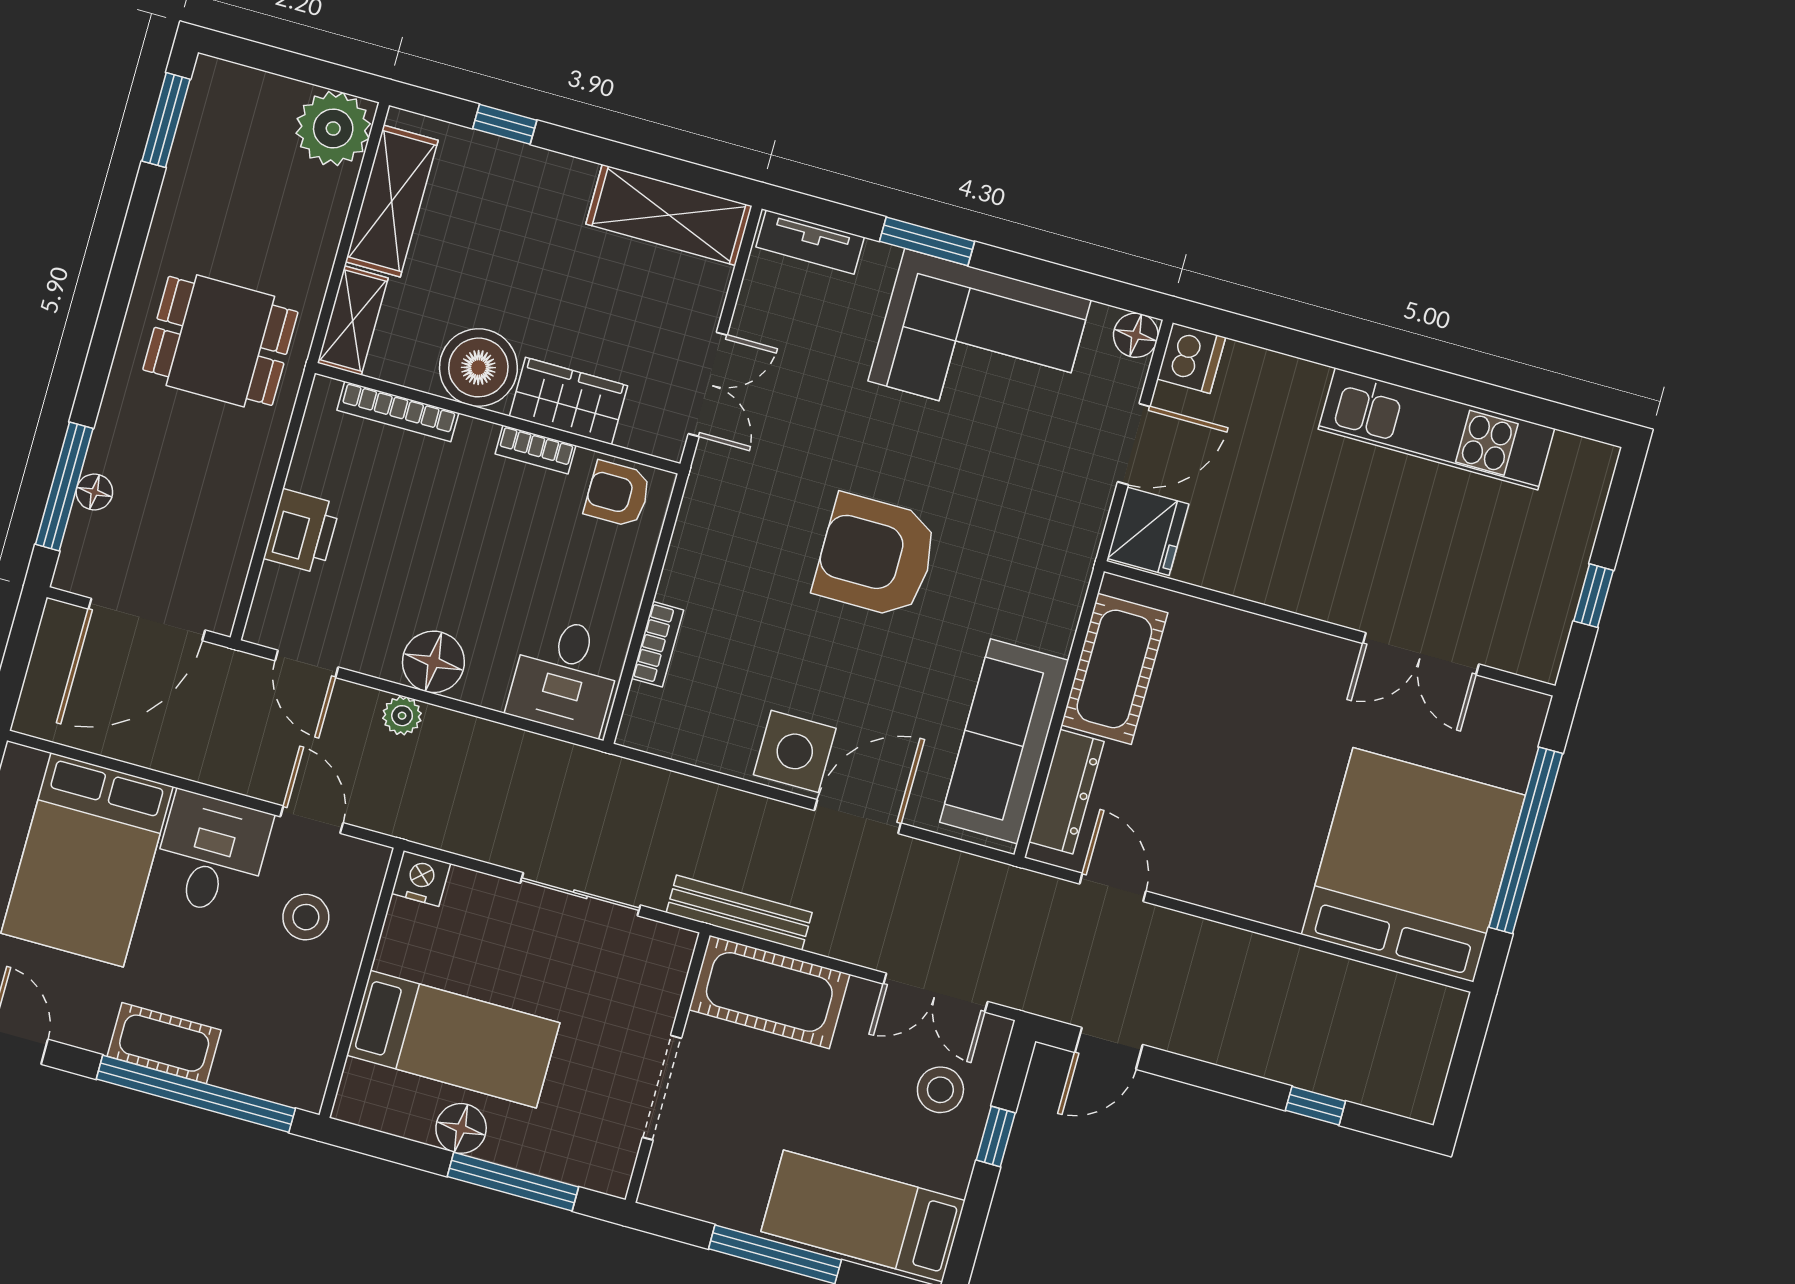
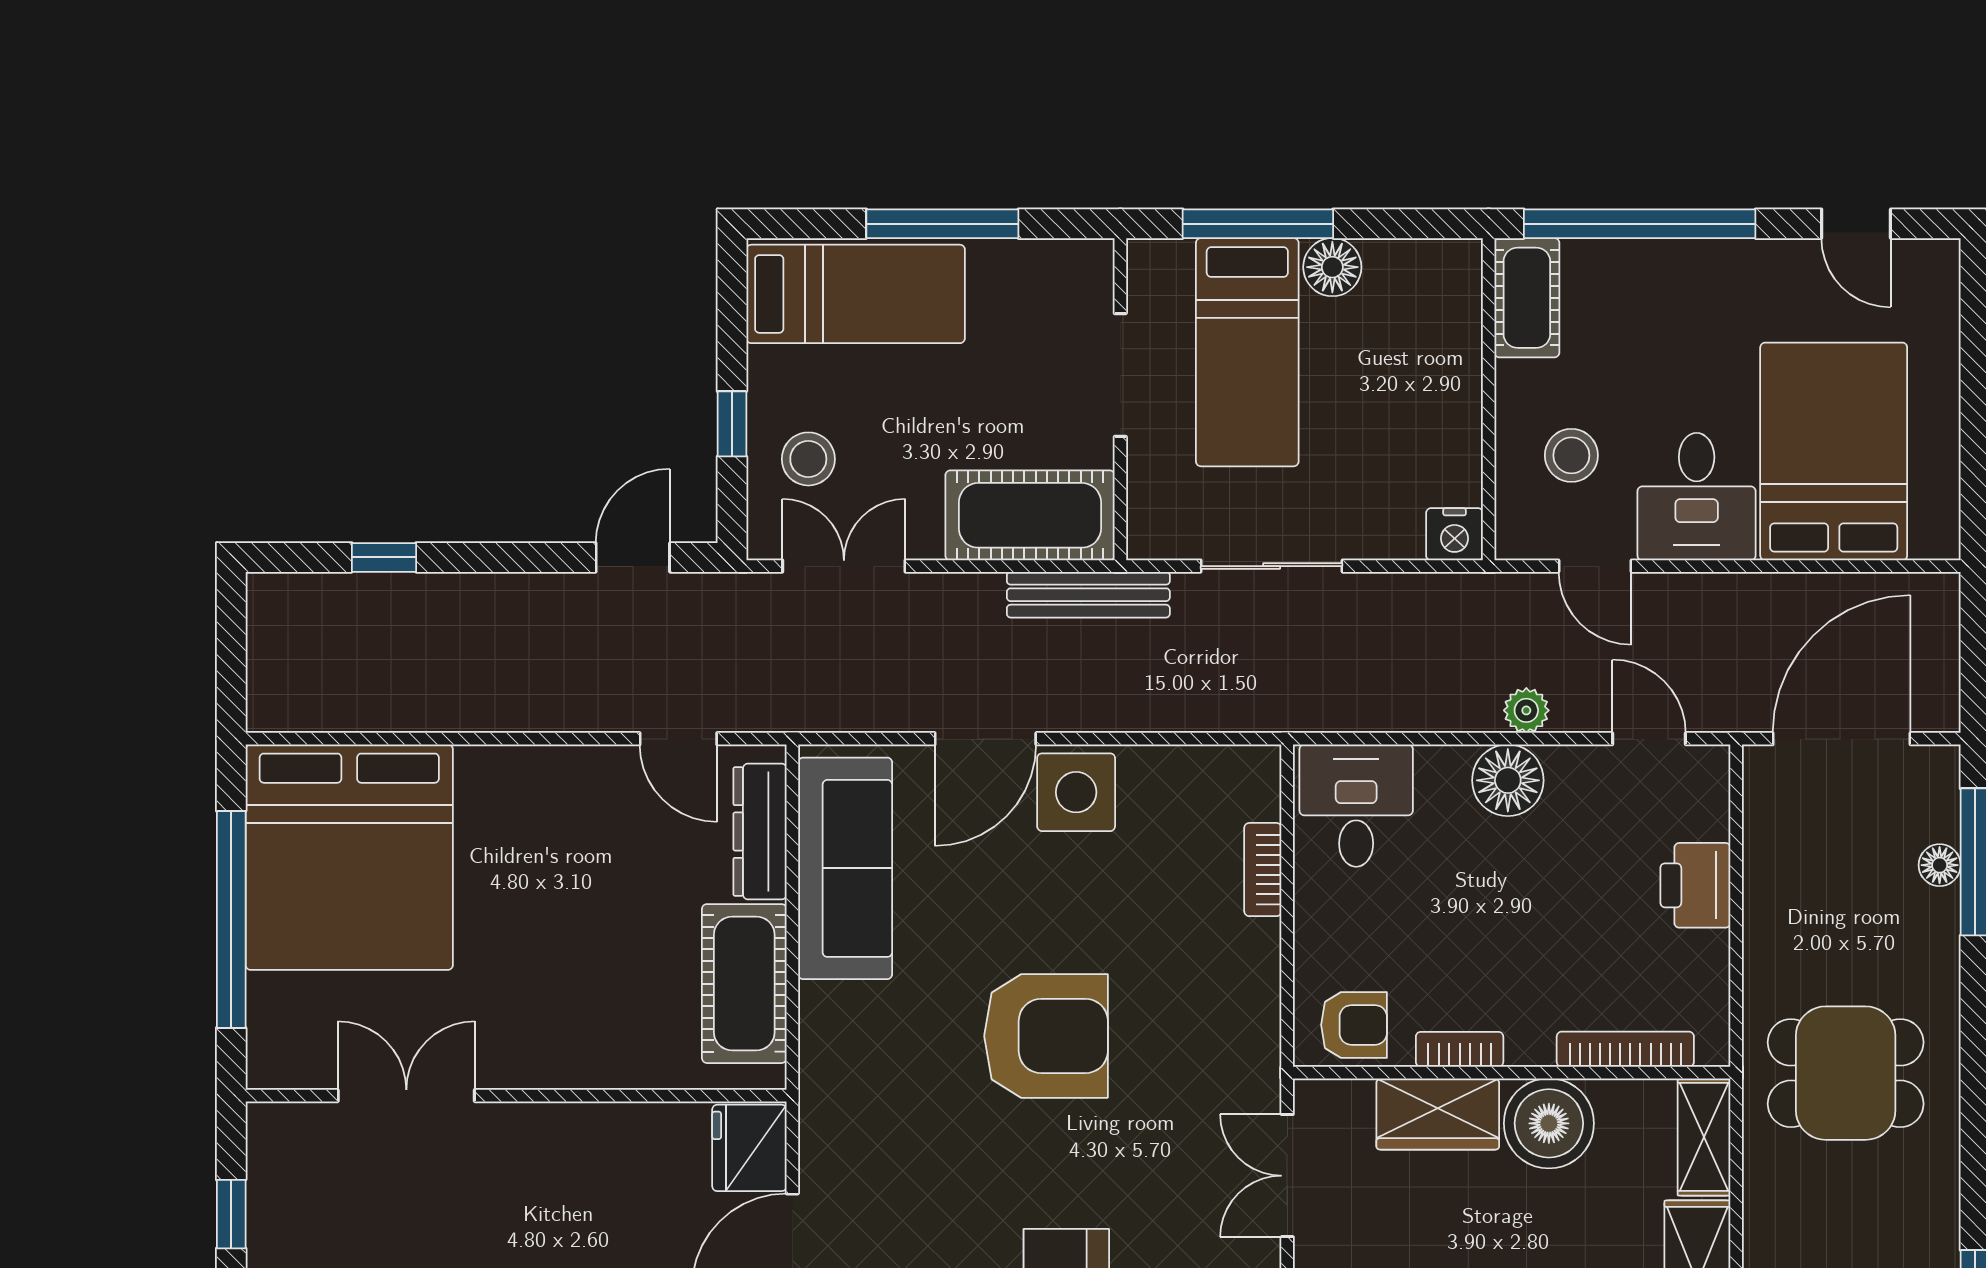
bed: (453, 1039) -> (1247, 352), moved, turned -90
cot: (164, 1043) -> (1527, 298), moved, turned 90

